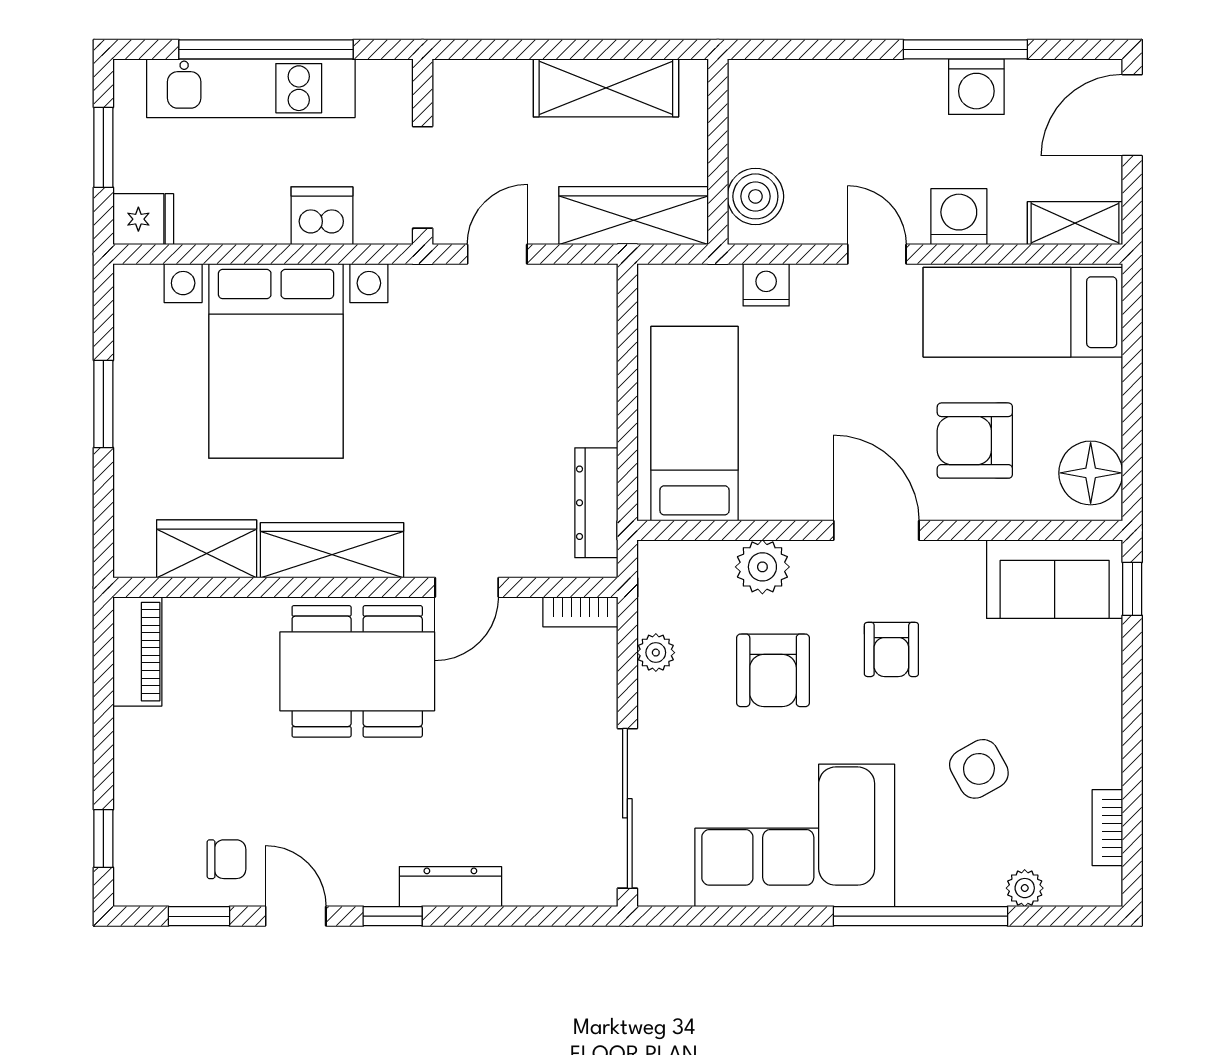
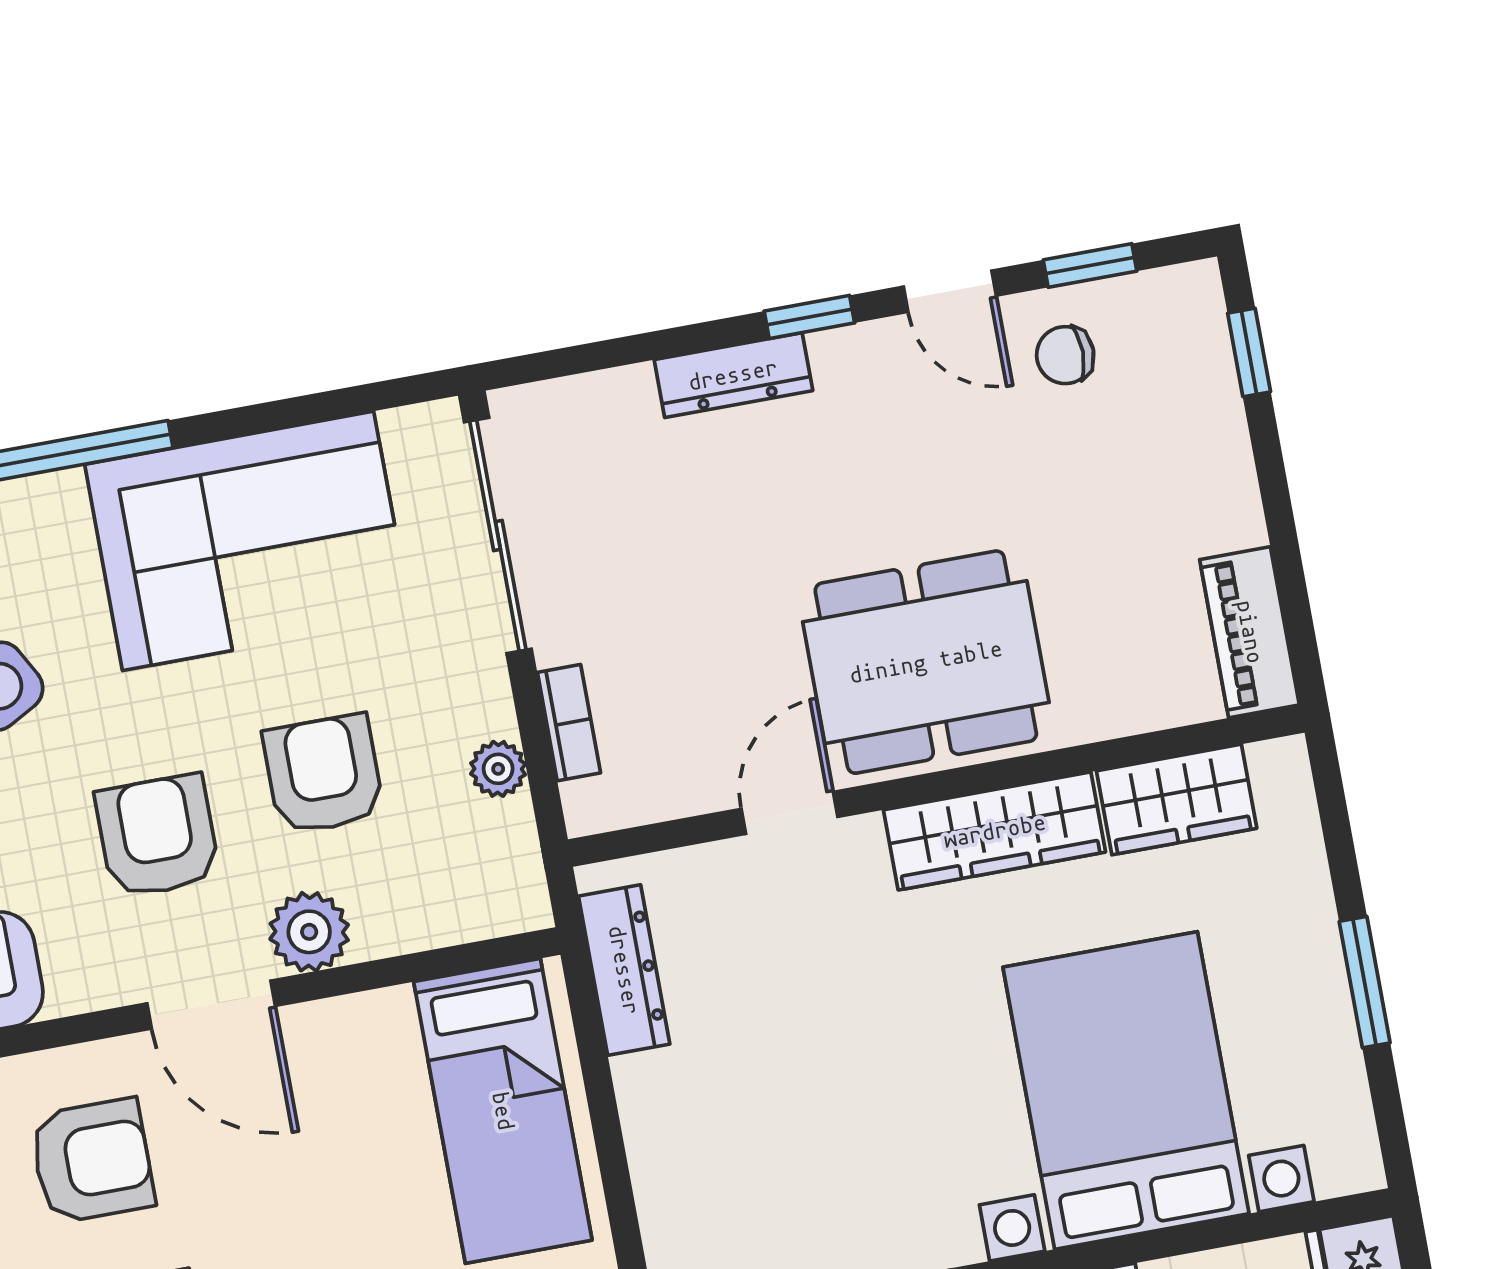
plant: (762, 567) -> (309, 932), moved
bookcase: (580, 612) -> (569, 723), moved, turned 90
armchair: (891, 649) -> (157, 836), width x1.38, depth x1.38

